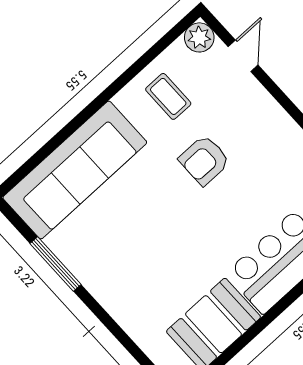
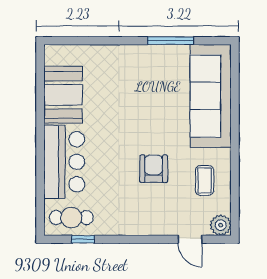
coffee table: (168, 96) -> (205, 180), turned 90

